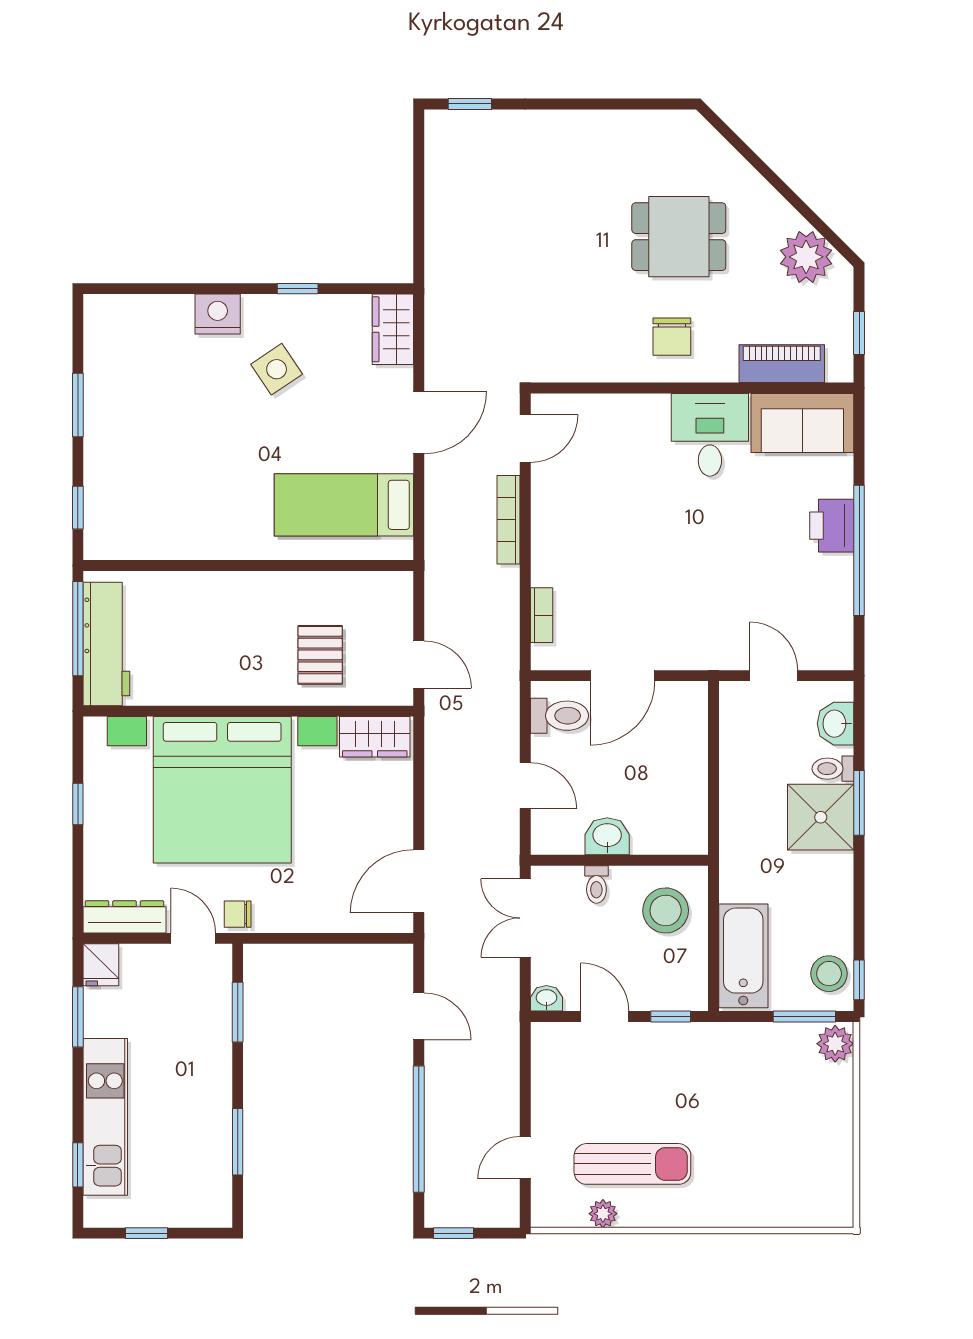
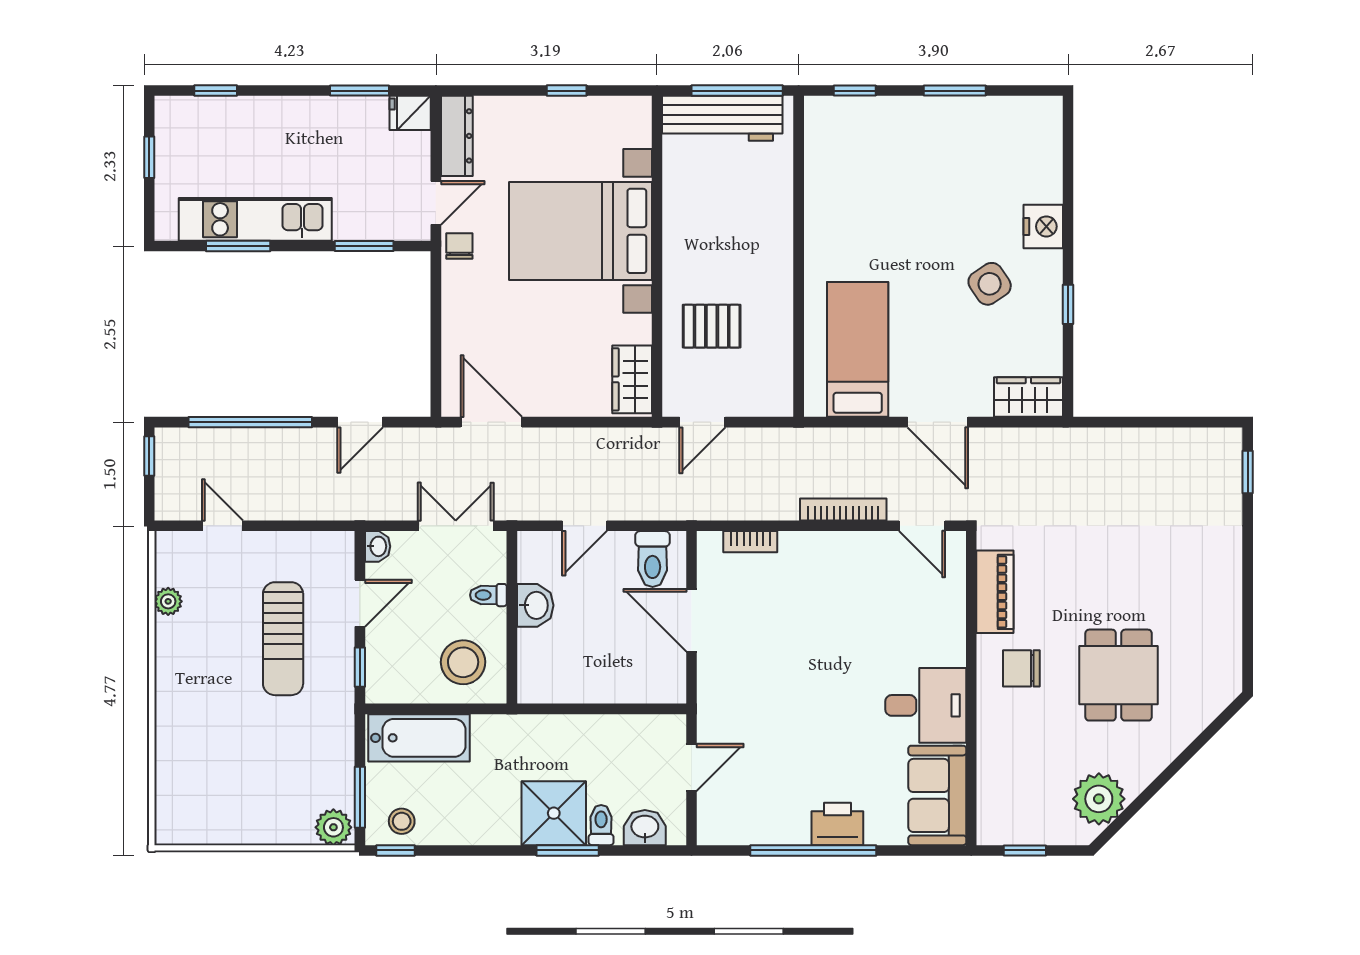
piano: (782, 364) -> (995, 592), moved
bed with nightstands: (222, 790) -> (580, 231), width x0.73
stool: (829, 974) -> (402, 821), width x0.73, depth x0.73
kitchen unit: (105, 1117) -> (255, 219), moved, turned 180
sun lounger: (632, 1164) -> (283, 639), moved

